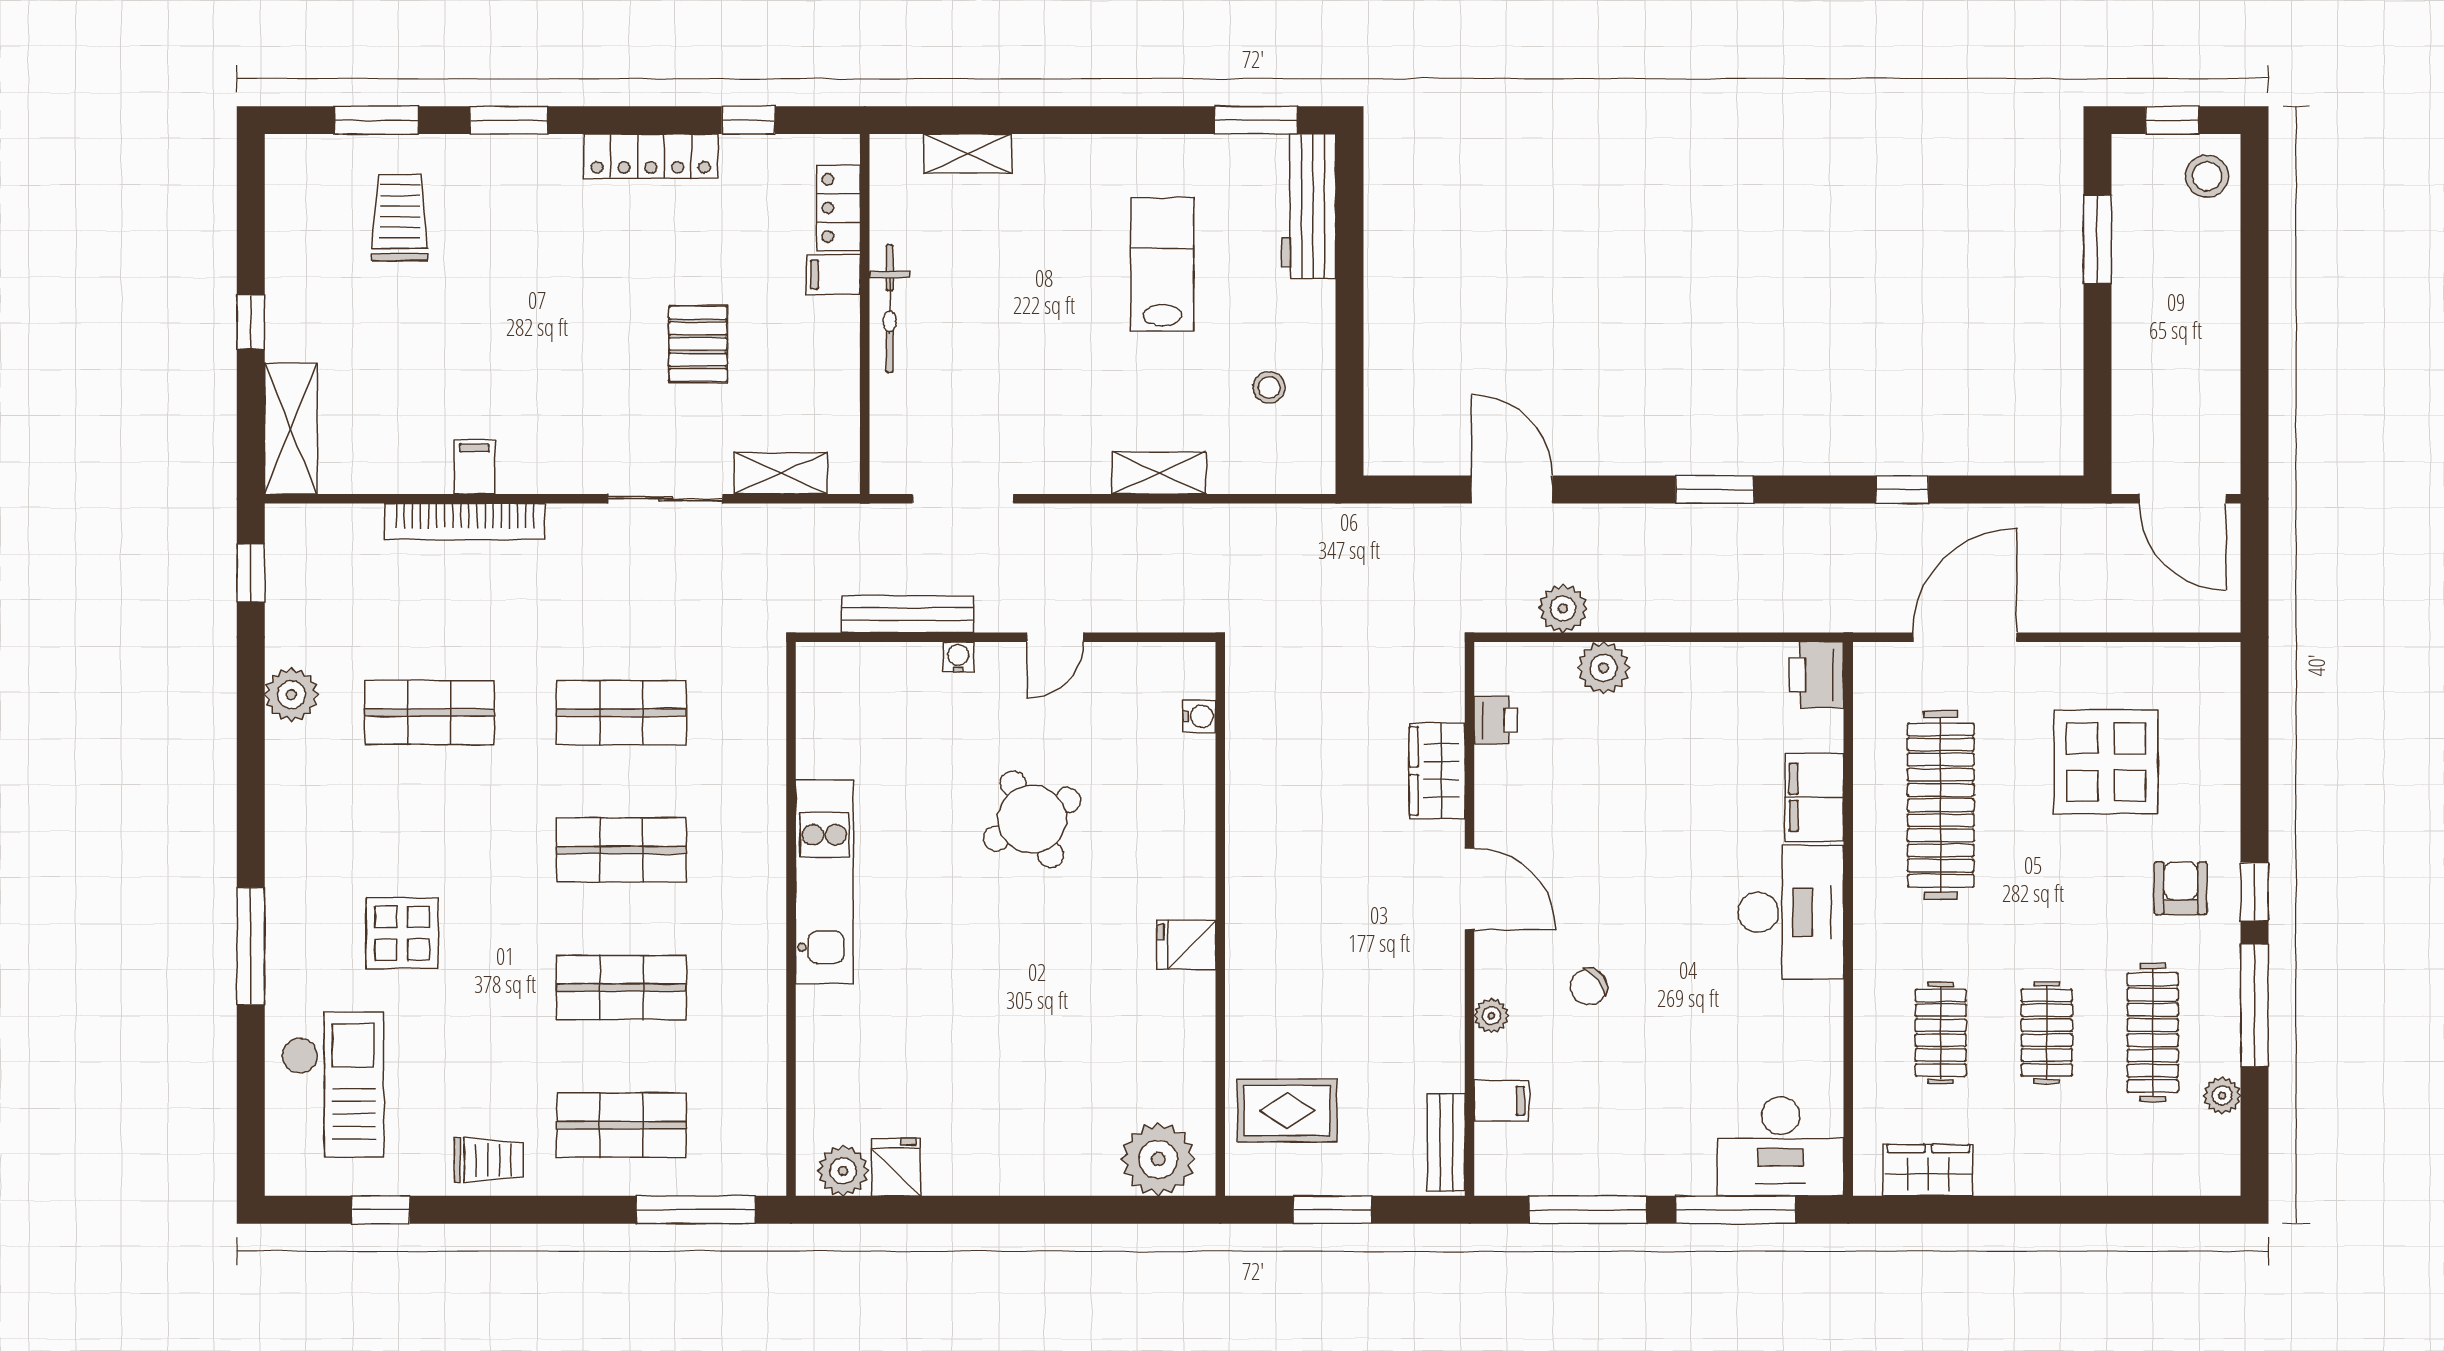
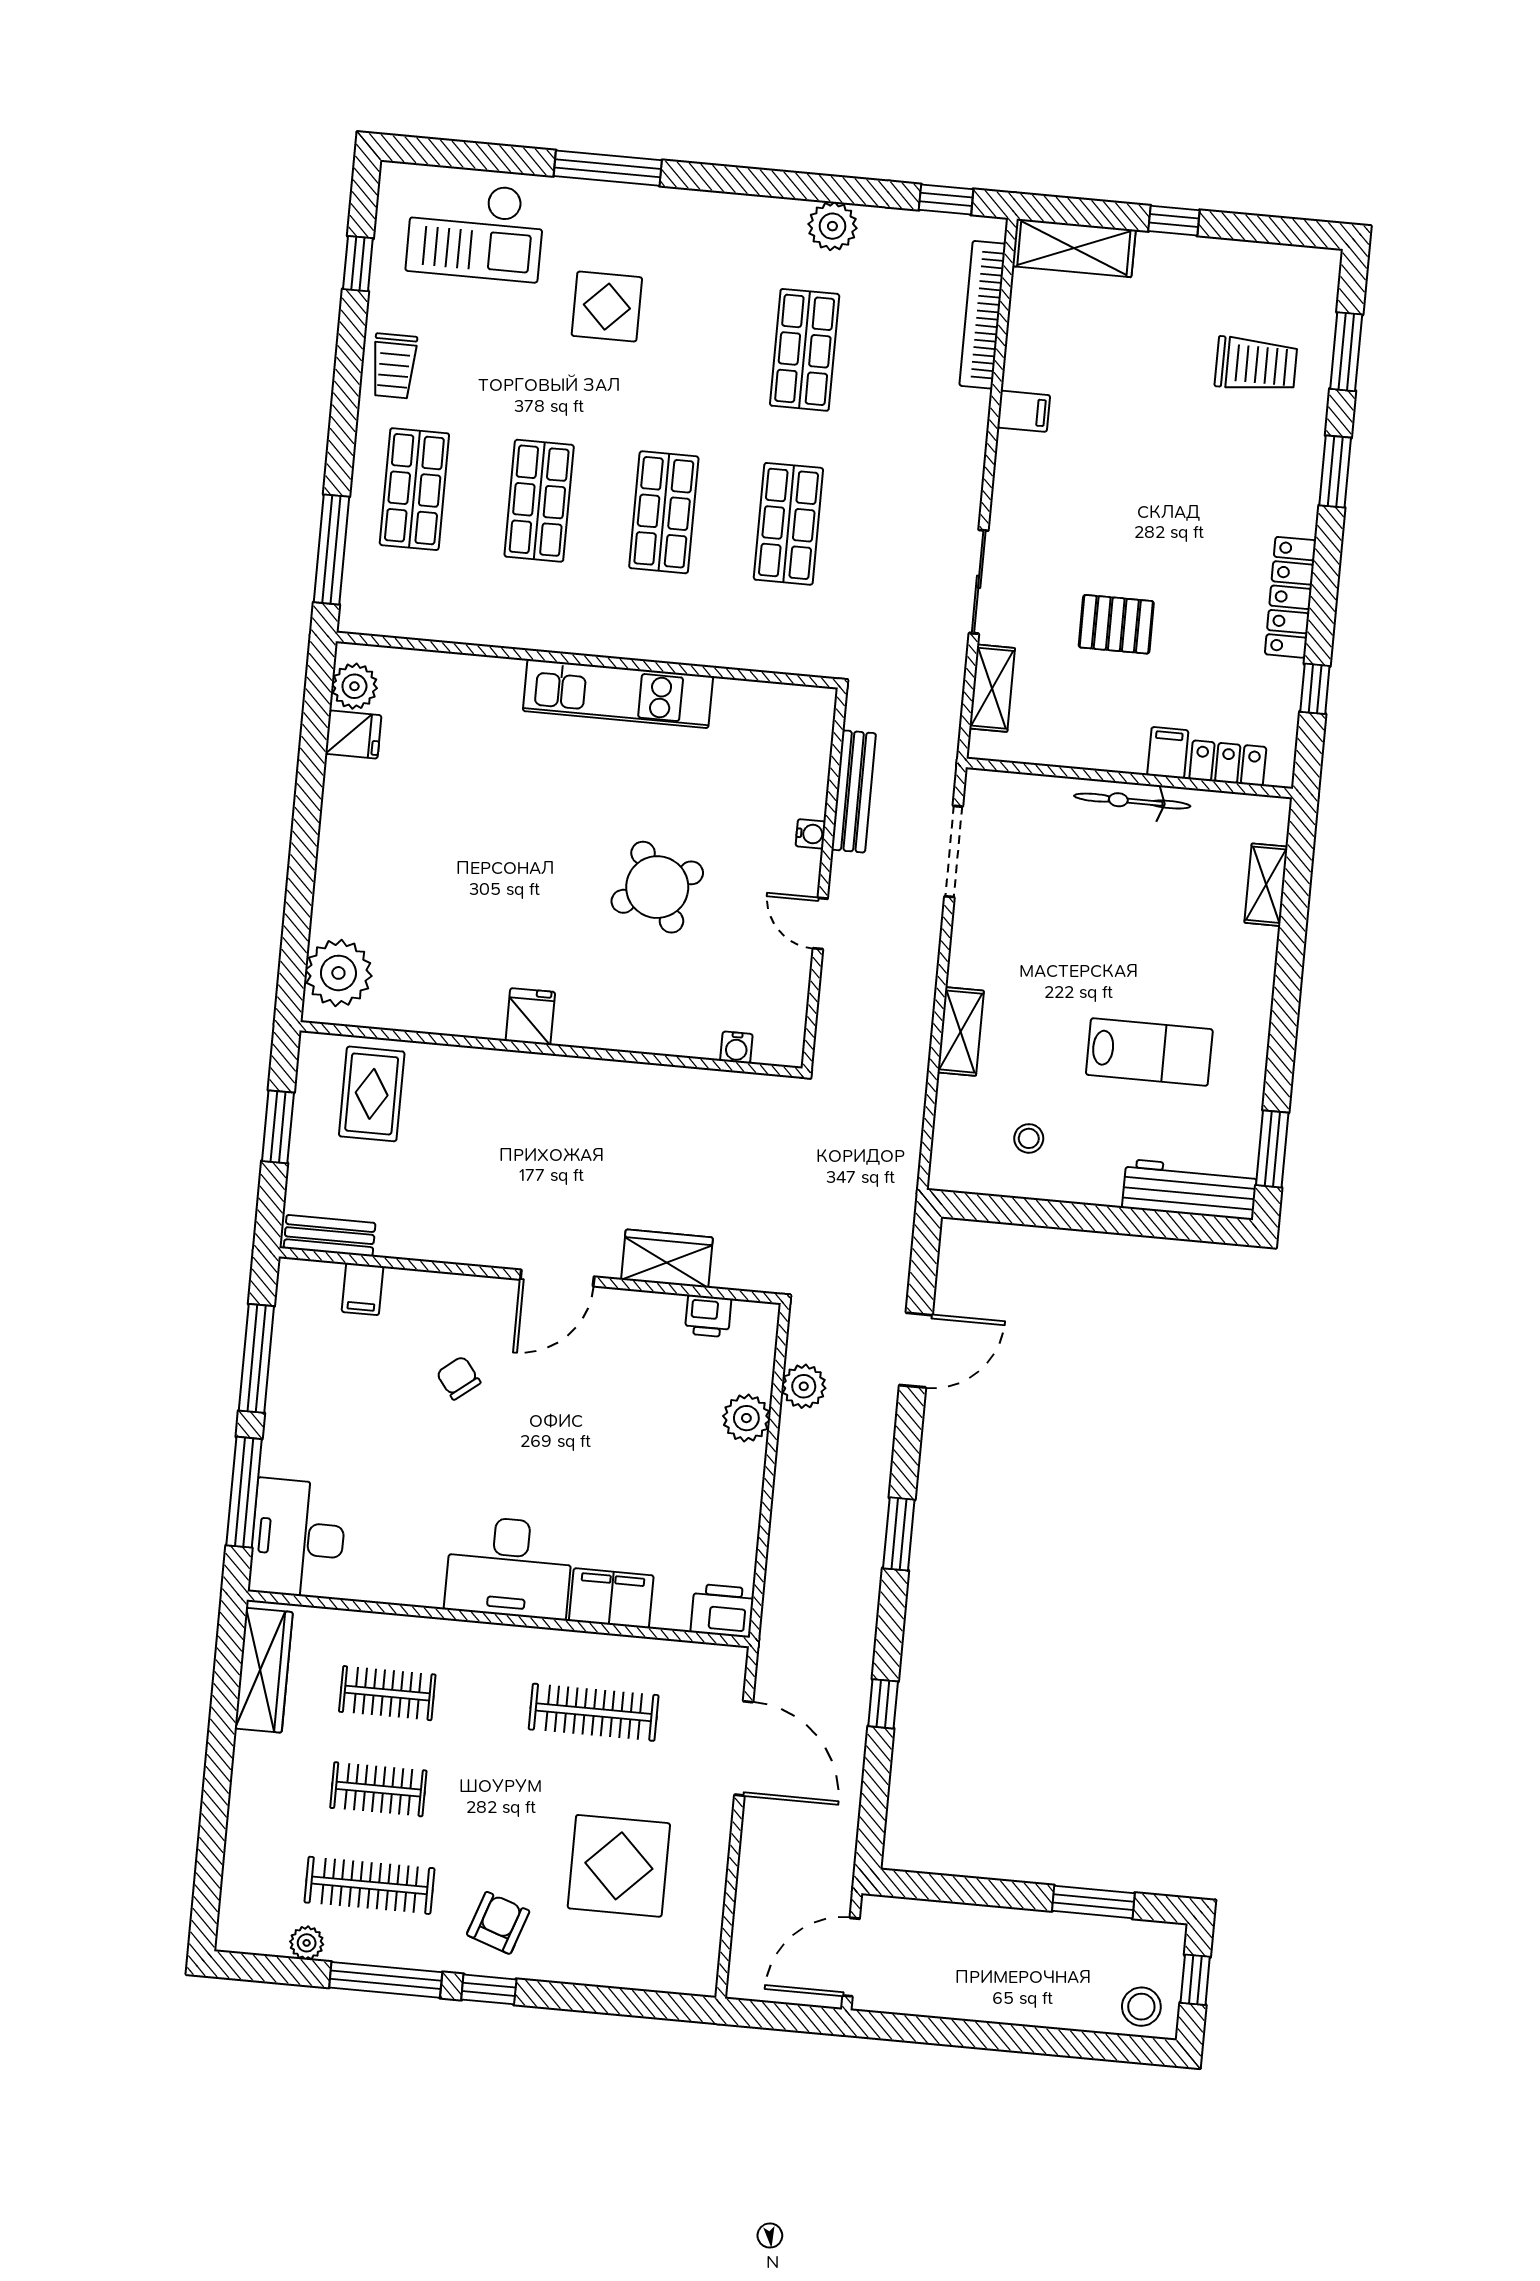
bookcase: (465, 522) -> (983, 315), moved
clothes rail: (1941, 805) -> (594, 1712), width x0.73, depth x0.76
armchair: (2181, 888) -> (498, 1923), turned -71
plant: (1491, 1016) -> (440, 1287), removed
wardrobe: (1928, 1170) -> (264, 1670), width x1.50

